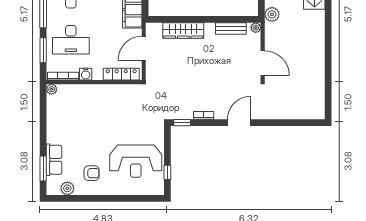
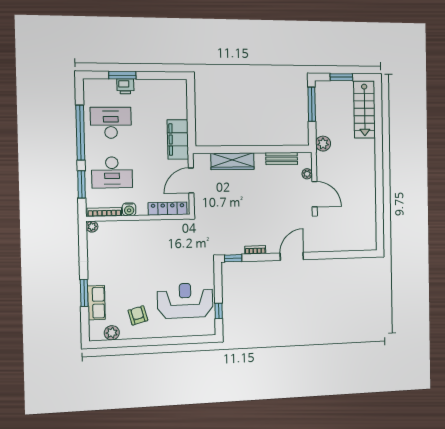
plant: (256, 28) -> (307, 174), moved
reception desk: (136, 161) -> (185, 301), turned 180
window: (43, 168) -> (84, 293), moved
armchair: (92, 173) -> (138, 315), turned -105

